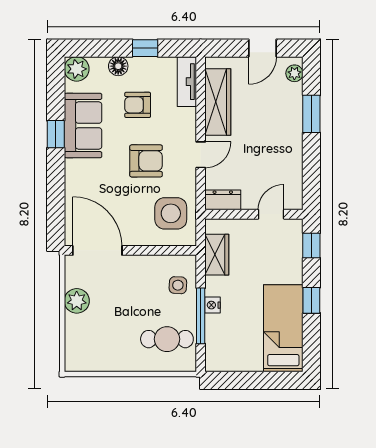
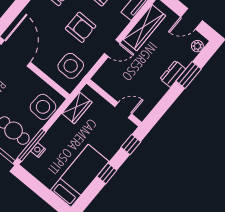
dresser: (223, 200) -> (173, 74), moved, turned -90
side table: (178, 285) -> (43, 107), width x1.87, depth x1.87
nightstand: (213, 305) -> (38, 150), moved
window: (201, 316) -> (32, 145), moved

